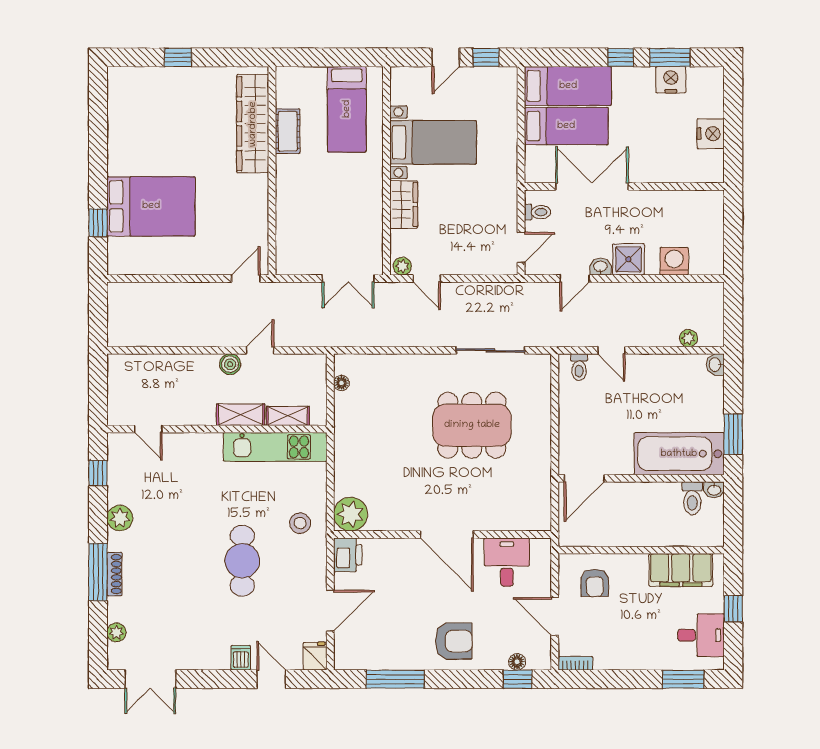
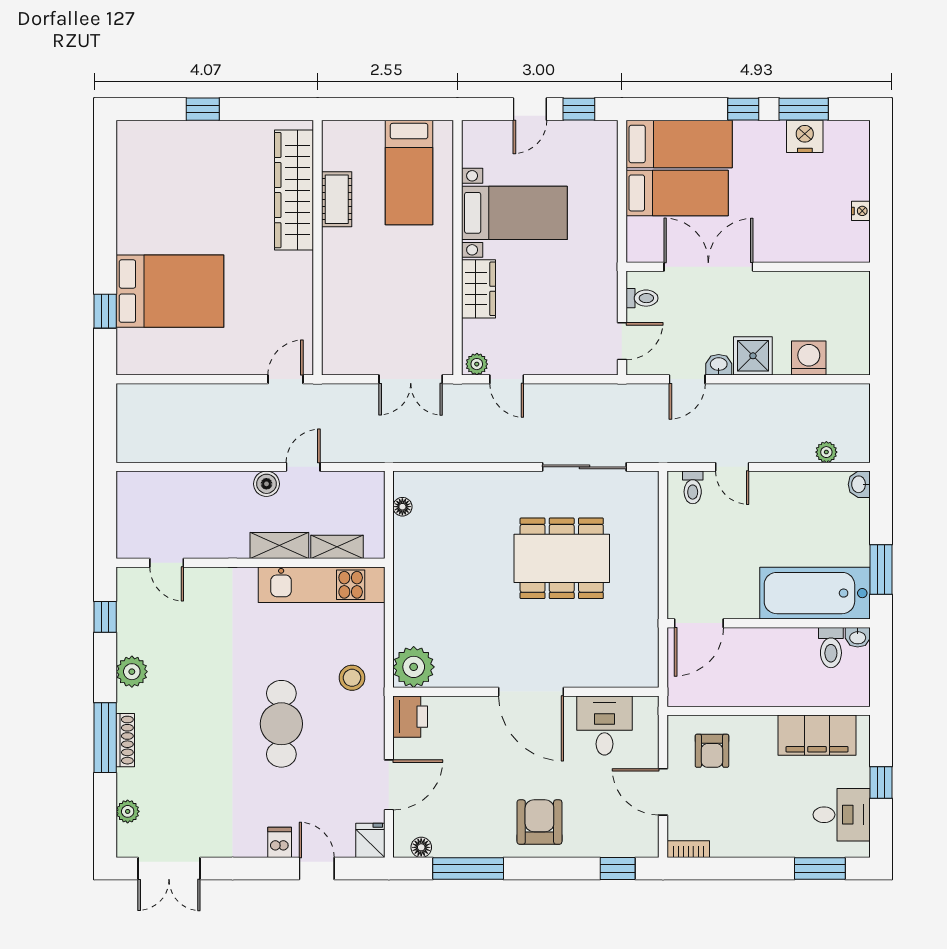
nightstand: (711, 134) -> (861, 211), width x0.53, depth x0.56
armchair: (454, 641) -> (539, 822), turned -90
floor lamp: (517, 662) -> (421, 847), moved

